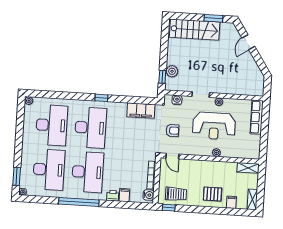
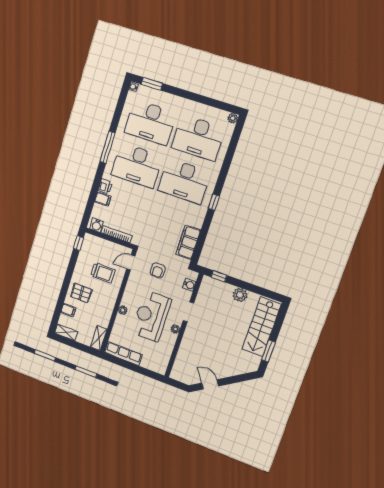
door: (248, 42) -> (210, 384), moved
plant: (172, 71) -> (240, 295), moved
row of seats: (257, 117) -> (123, 354), moved
trolley: (176, 194) -> (103, 273), moved, turned -90
pallet: (213, 194) -> (81, 293), turned 90
window: (79, 202) -> (108, 147), width x0.68

